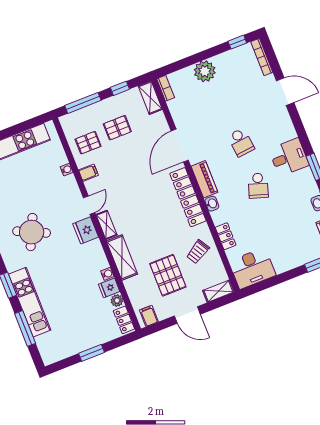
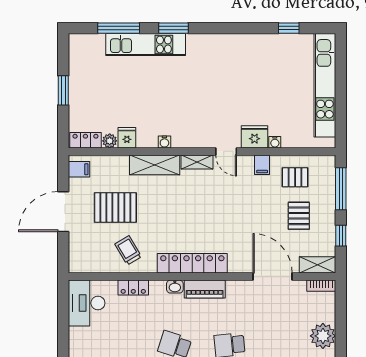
pallet: (88, 143) -> (295, 177), turned 90
door: (180, 146) -> (273, 276), moved
fridge: (86, 230) -> (255, 137), moved
round table: (32, 232) -> (222, 77), removed
water cooler: (107, 274) -> (164, 142), moved
shelving: (218, 291) -> (76, 256), removed
door: (187, 315) -> (63, 212), width x1.36

